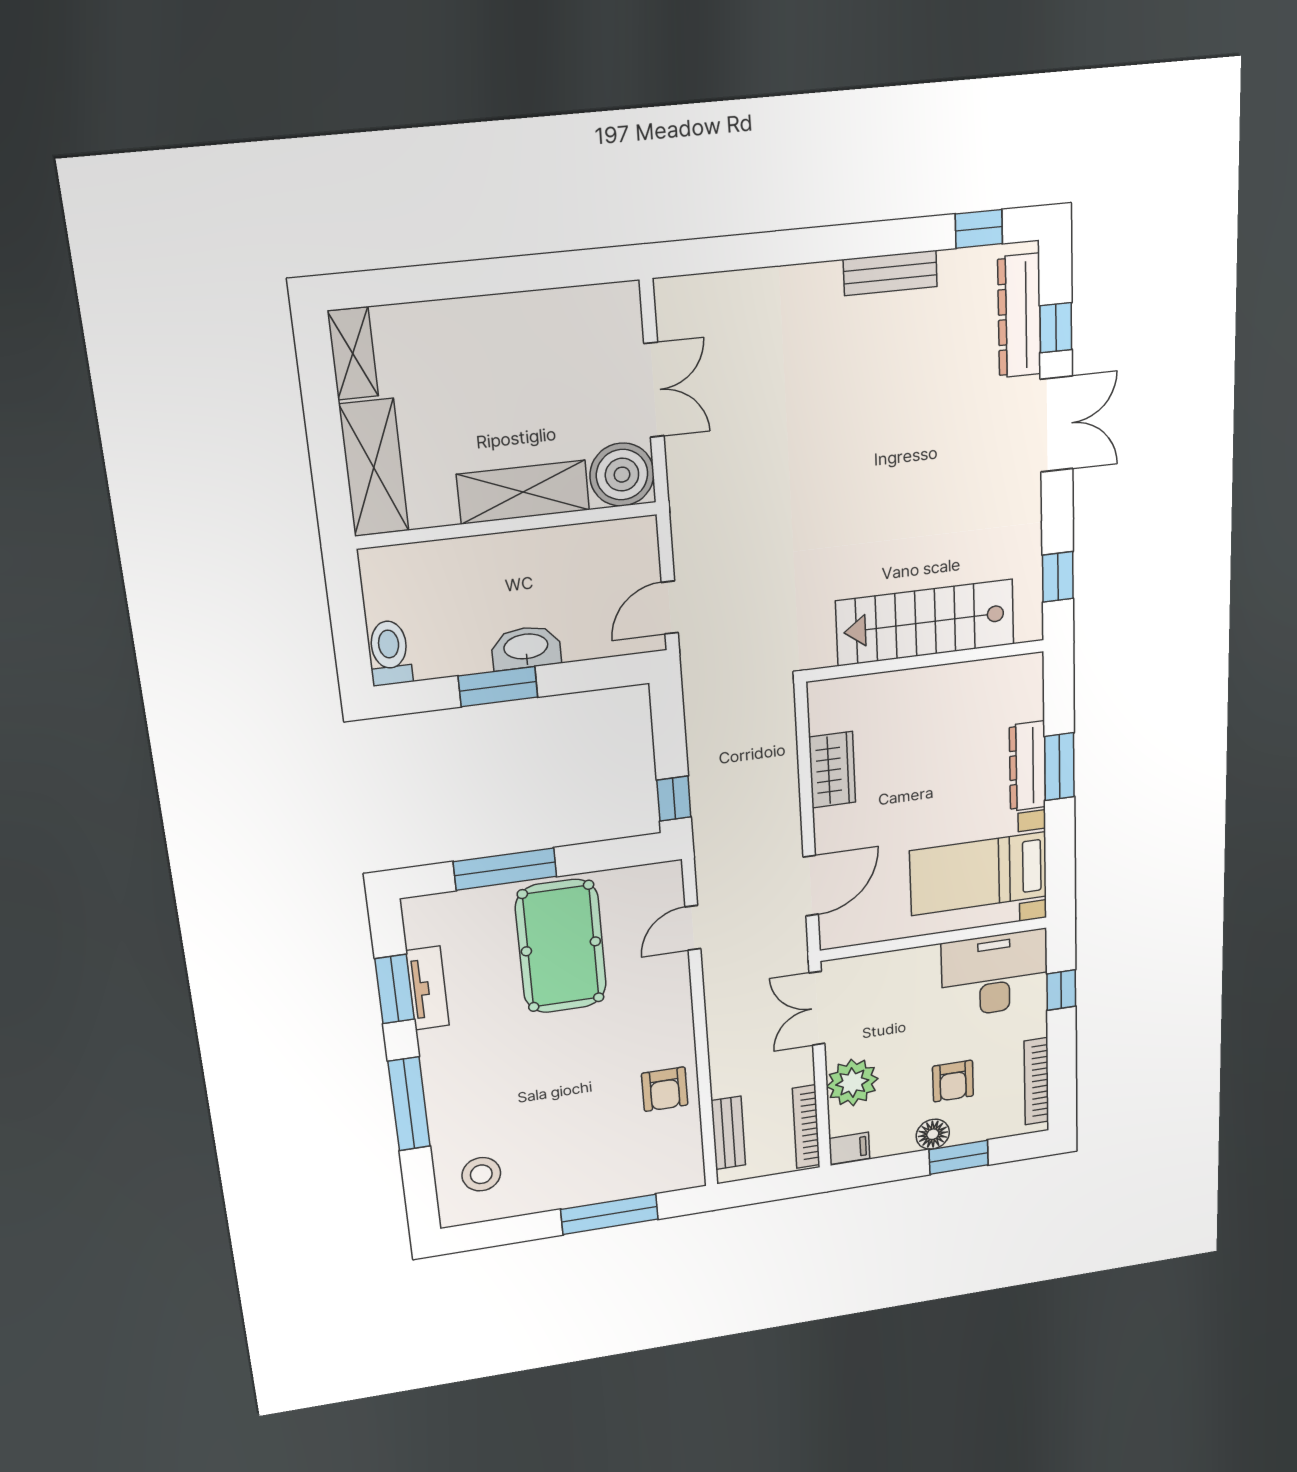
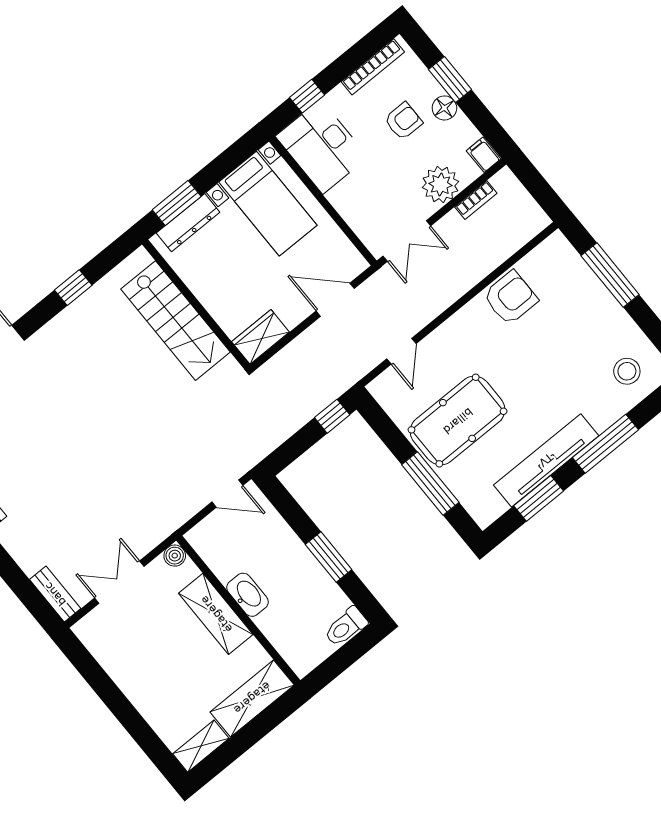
boiler: (622, 475) -> (175, 556), width x0.54, depth x0.54
stairs: (925, 623) -> (176, 321), moved
washbasin: (526, 648) -> (247, 595), moved, turned 180
wall: (926, 661) -> (196, 304), moved
door: (693, 928) -> (401, 351), hinge flipped
tv unit: (428, 988) -> (546, 460), width x1.92, depth x1.29
armchair: (665, 1089) -> (510, 298), width x1.38, depth x1.38
bookcase: (806, 1127) -> (476, 200), width x0.64
bench: (728, 1133) -> (55, 594), moved, turned 90

